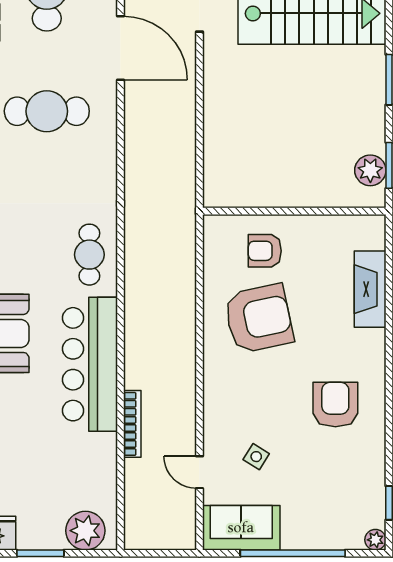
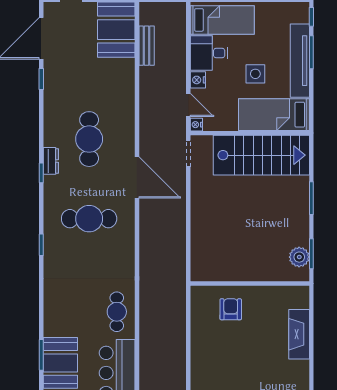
armchair: (265, 251) -> (231, 309), turned 90
armchair: (259, 319) -> (227, 353), removed

